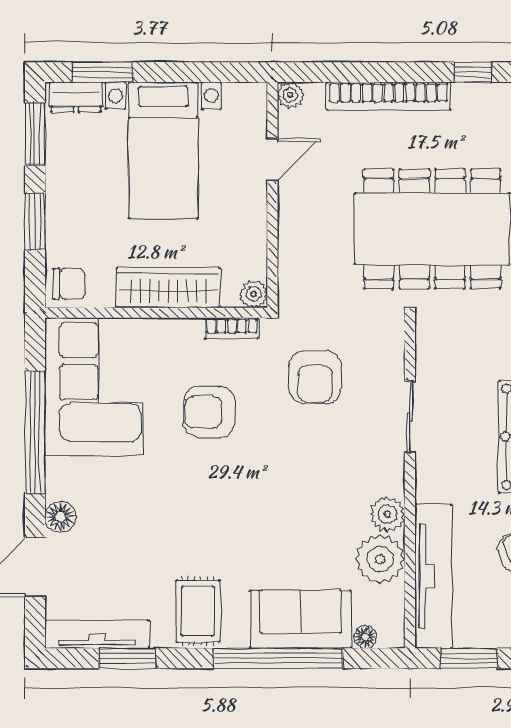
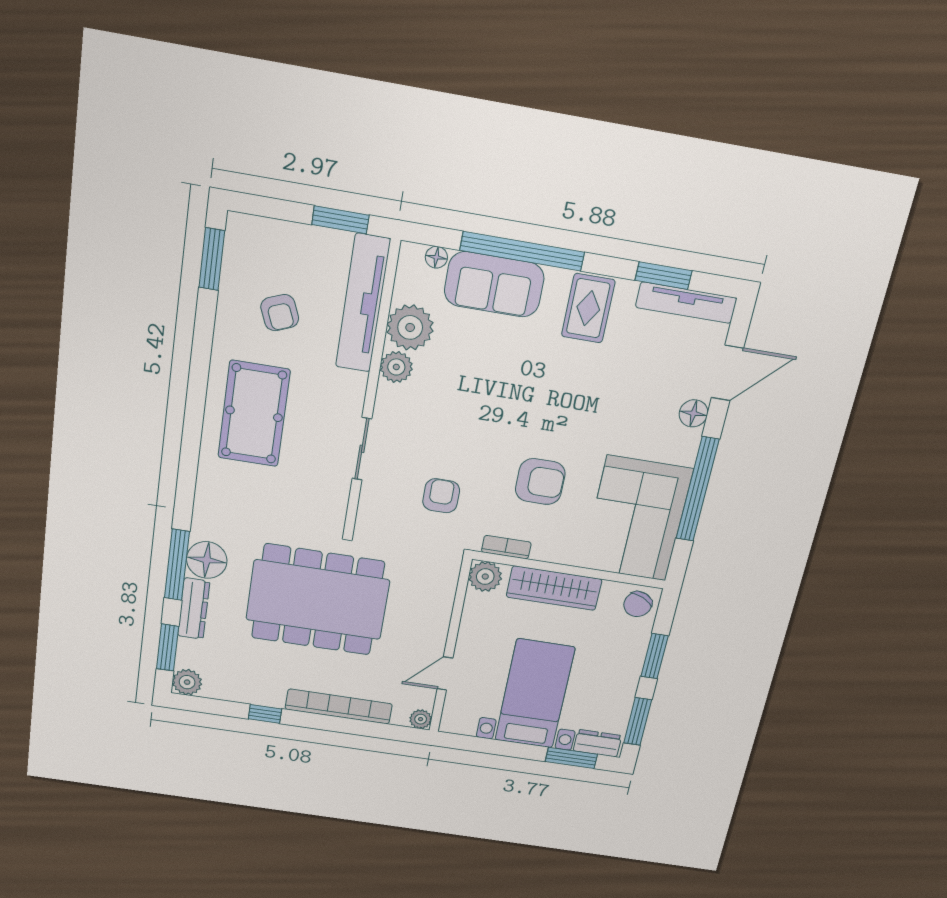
chair: (69, 284) -> (638, 604), turned -65
plant: (254, 294) -> (485, 577), width x1.38, depth x1.38
armchair: (315, 377) -> (441, 496), width x0.72, depth x0.72

